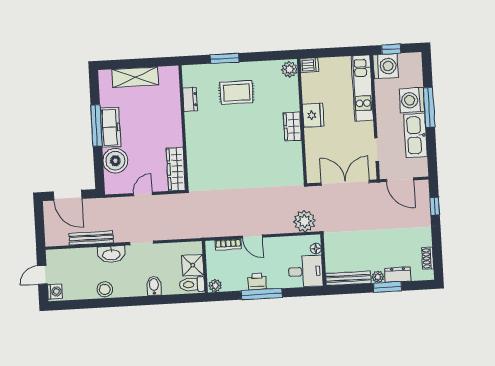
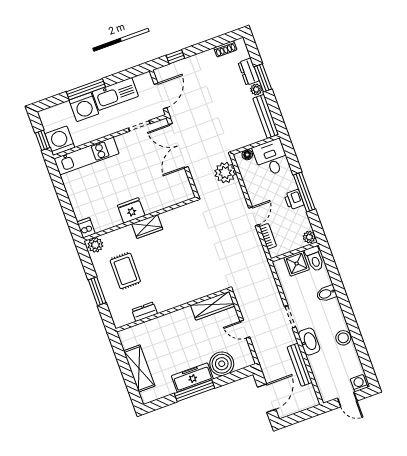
dishwasher: (309, 65) -> (86, 228), moved
plant: (289, 69) -> (95, 245), moved
fridge: (313, 115) -> (131, 210), moved
wall: (302, 121) -> (140, 219), moved
wardrobe: (292, 126) -> (147, 227), moved

